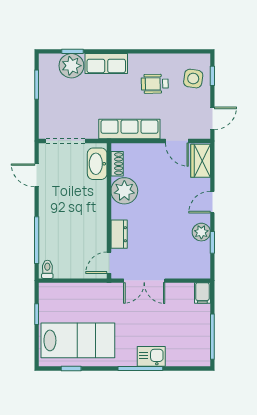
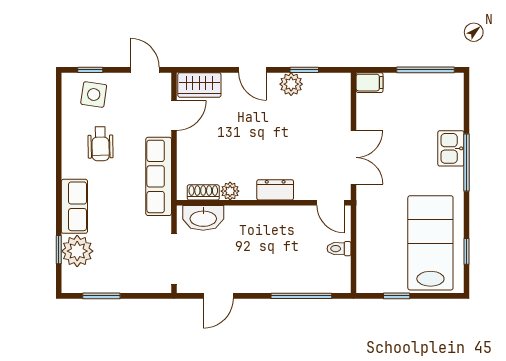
plant: (124, 191) -> (230, 191), width x0.53, depth x0.53
dresser: (119, 234) -> (275, 190), moved
toilet: (47, 269) -> (339, 249), moved

